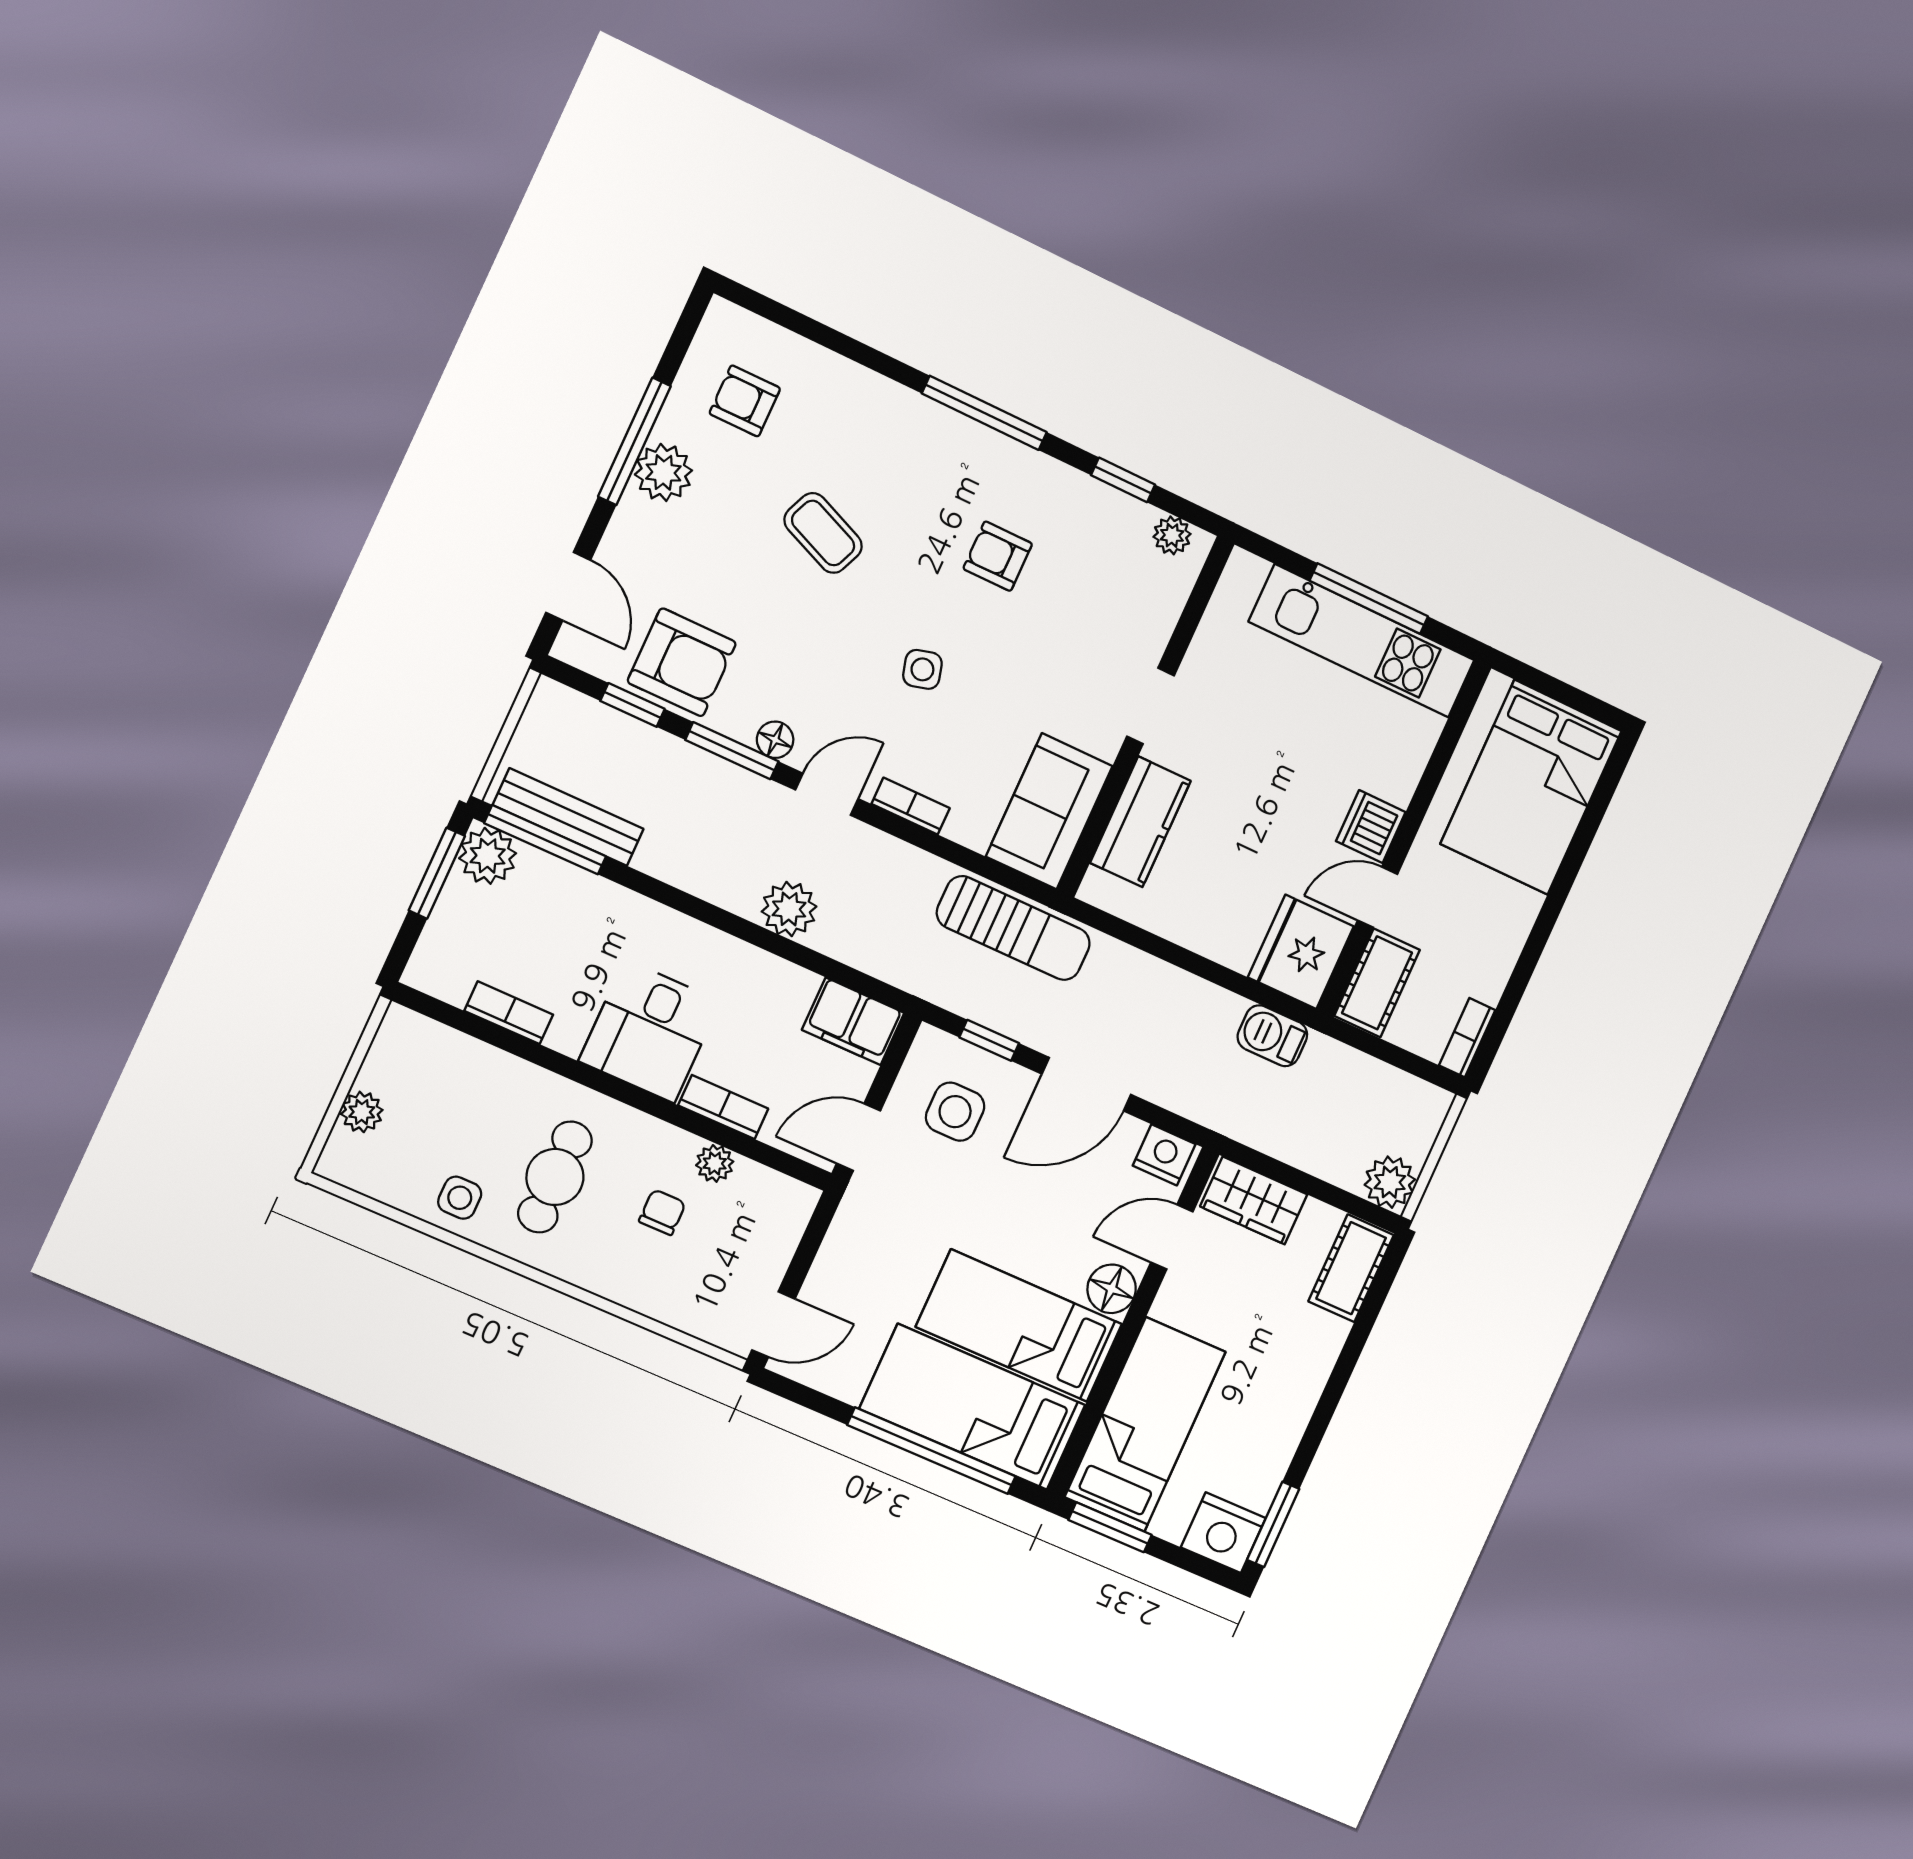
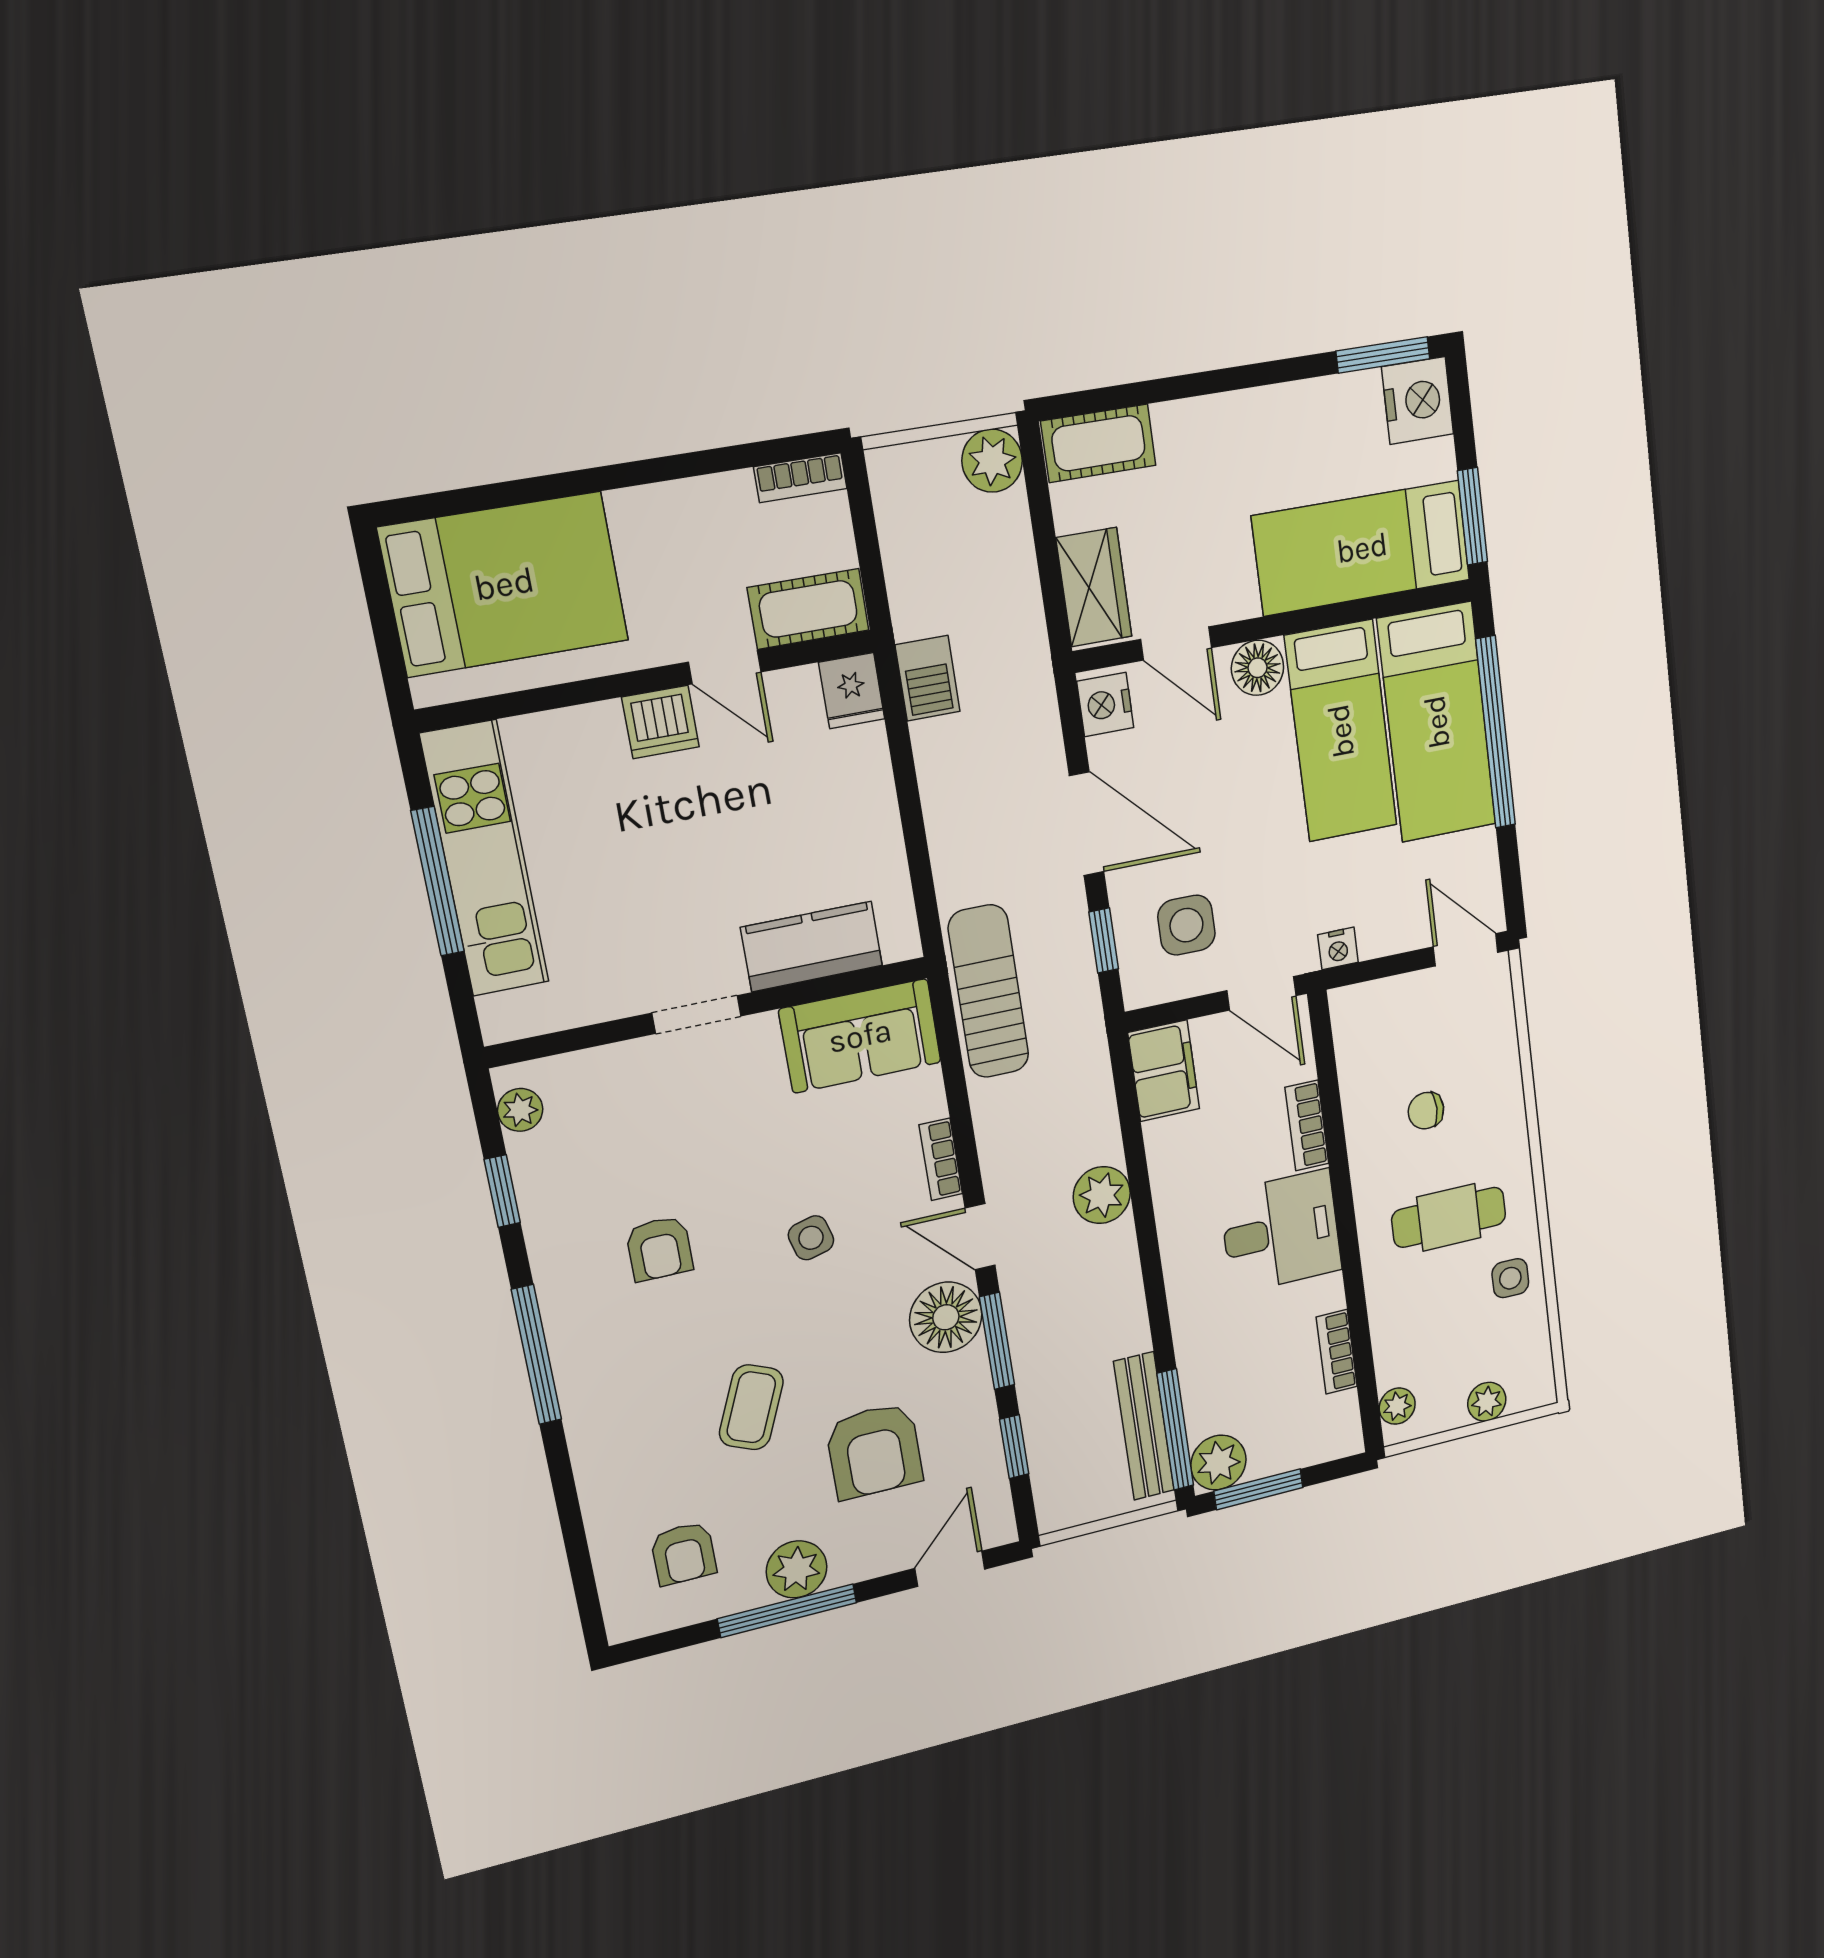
armchair: (682, 662) -> (874, 1451), moved, turned 180
floor lamp: (775, 740) -> (946, 1317), width x1.89, depth x1.89
fridge: (1301, 952) -> (852, 691), width x0.53, depth x0.75
plant: (715, 1163) -> (1397, 1406), moved
nightstand: (850, 1220) -> (1338, 948), added

